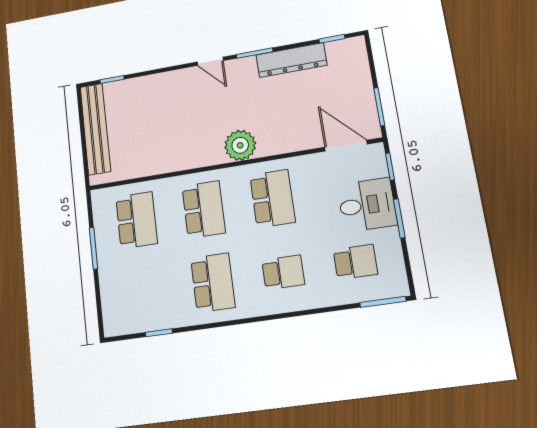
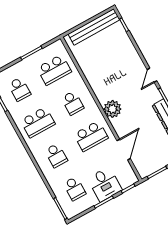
door: (346, 146) -> (124, 150), moved
school desk: (204, 209) -> (73, 103), width x0.54
school desk: (144, 293) -> (19, 89), added

